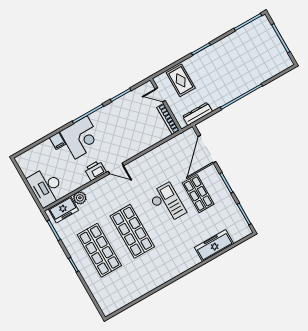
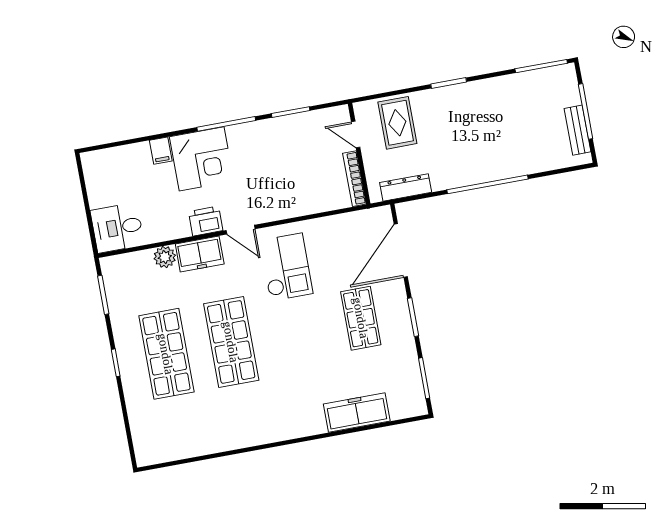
bench: (280, 50) -> (578, 130), added
desk: (46, 187) -> (117, 228), width x0.73
checkout: (167, 203) -> (286, 267), moved
freezer: (63, 210) -> (200, 254), moved

